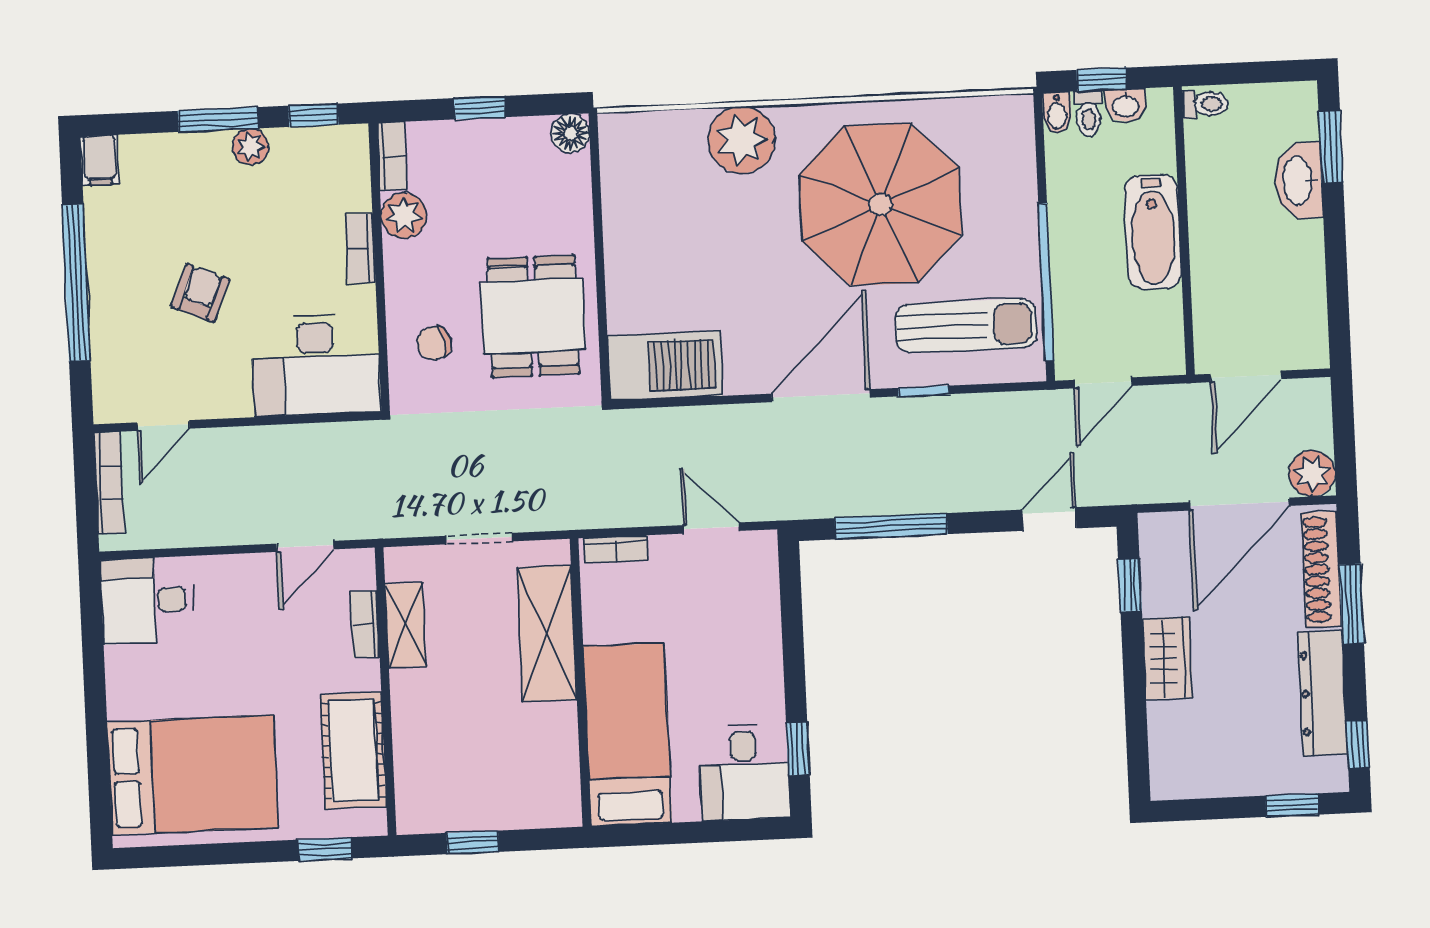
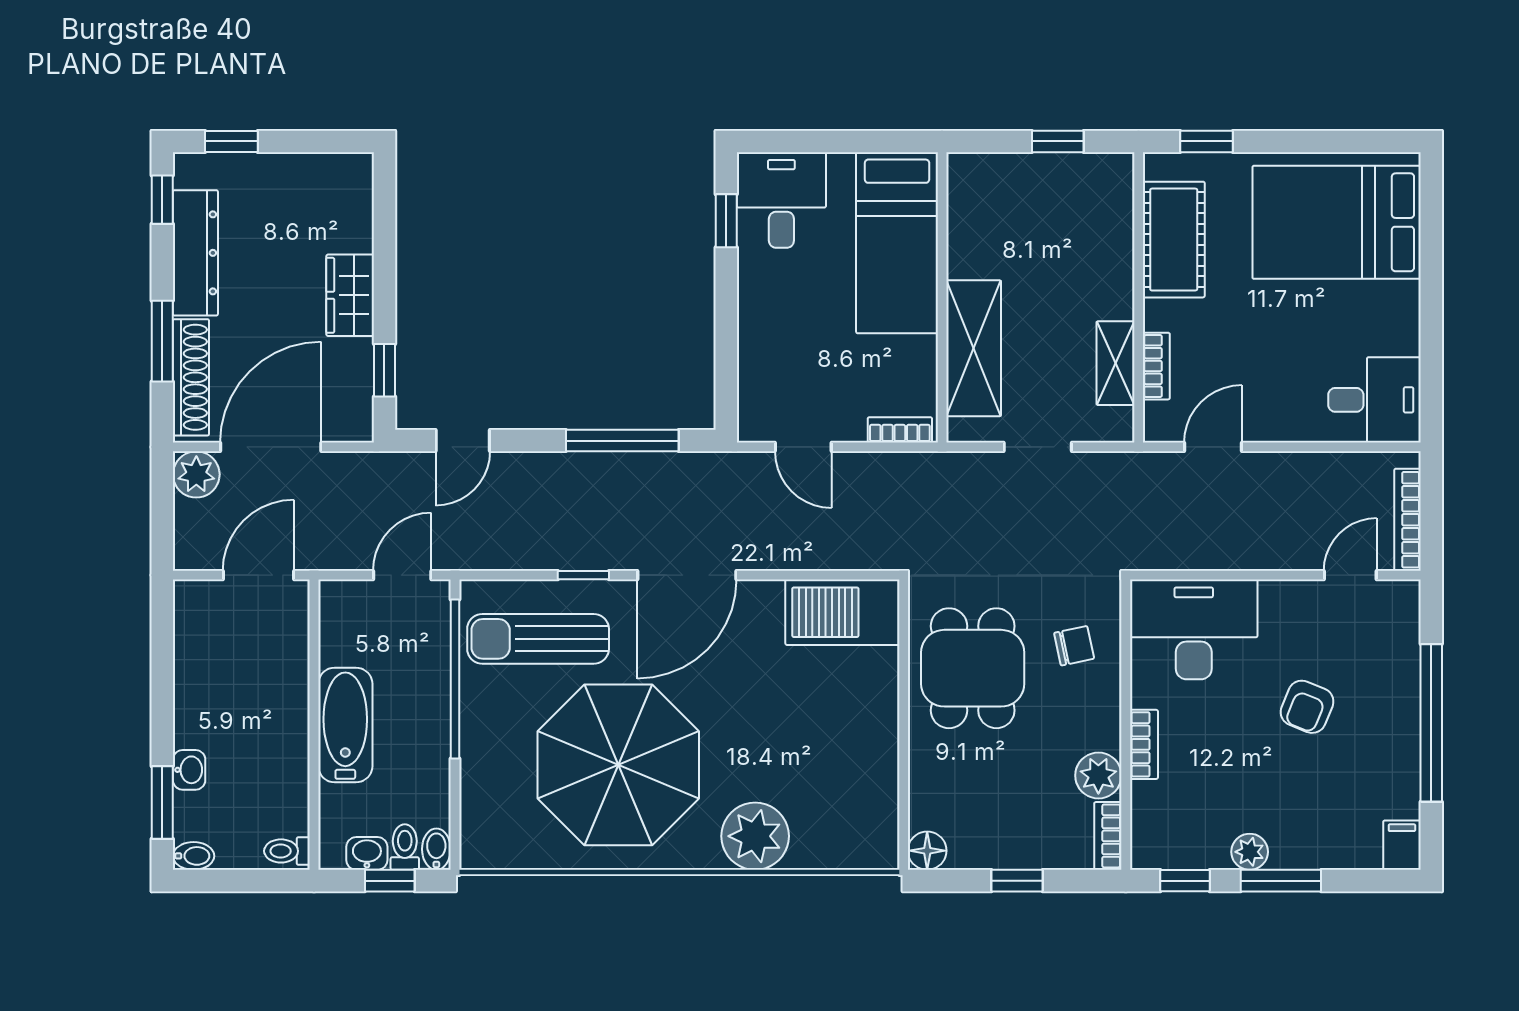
bidet: (1297, 95) -> (194, 856), added
washbasin: (1299, 181) -> (189, 770), width x0.52, depth x0.69

